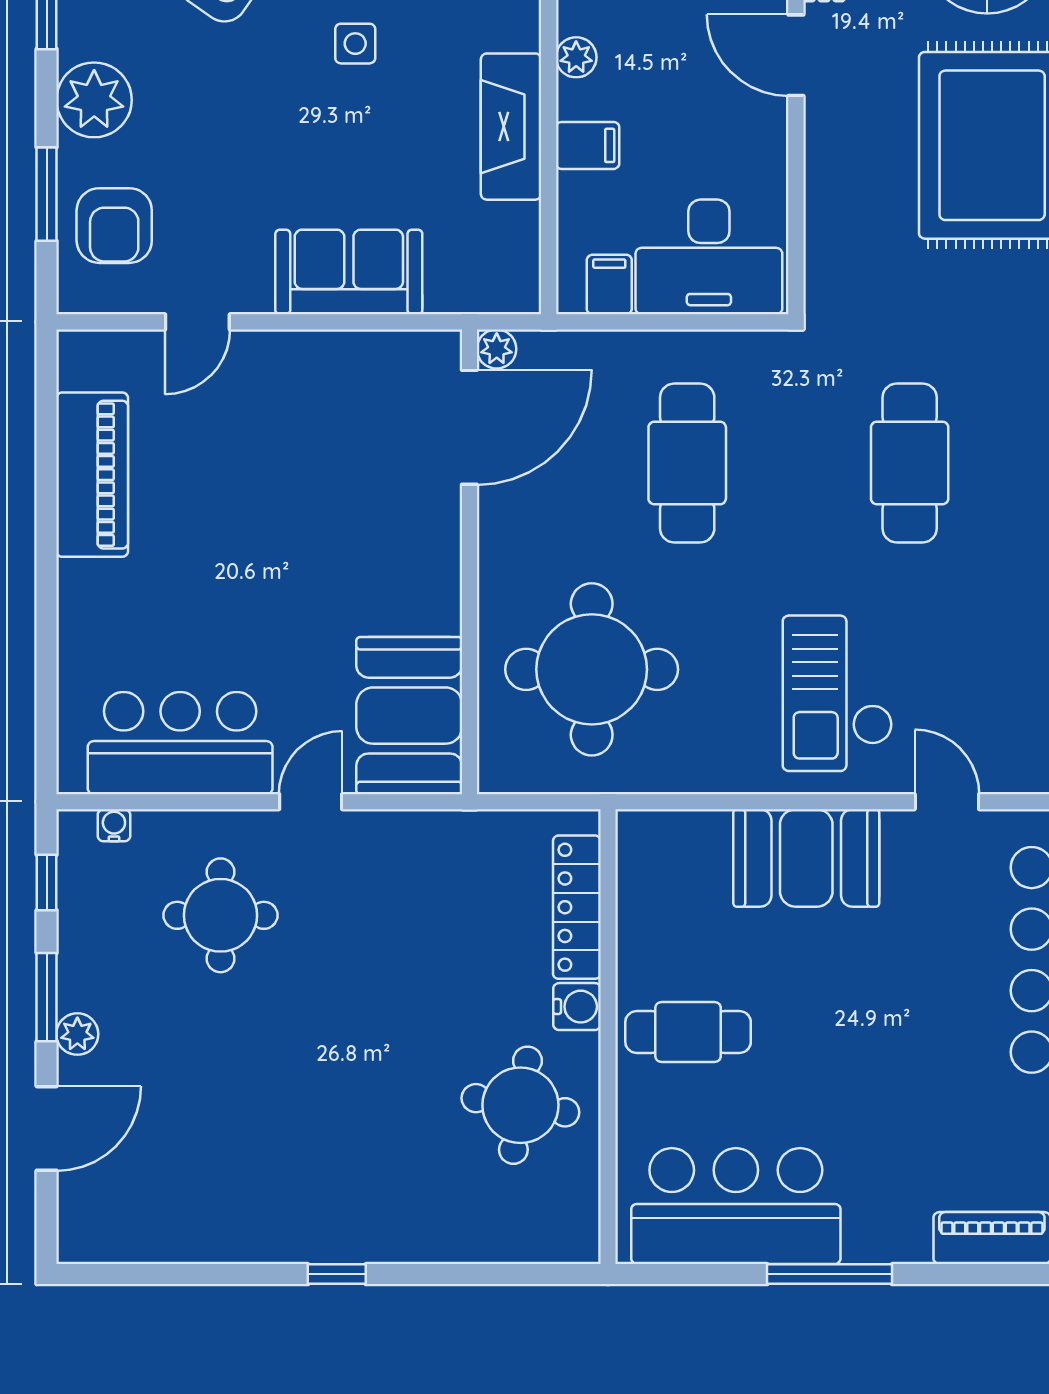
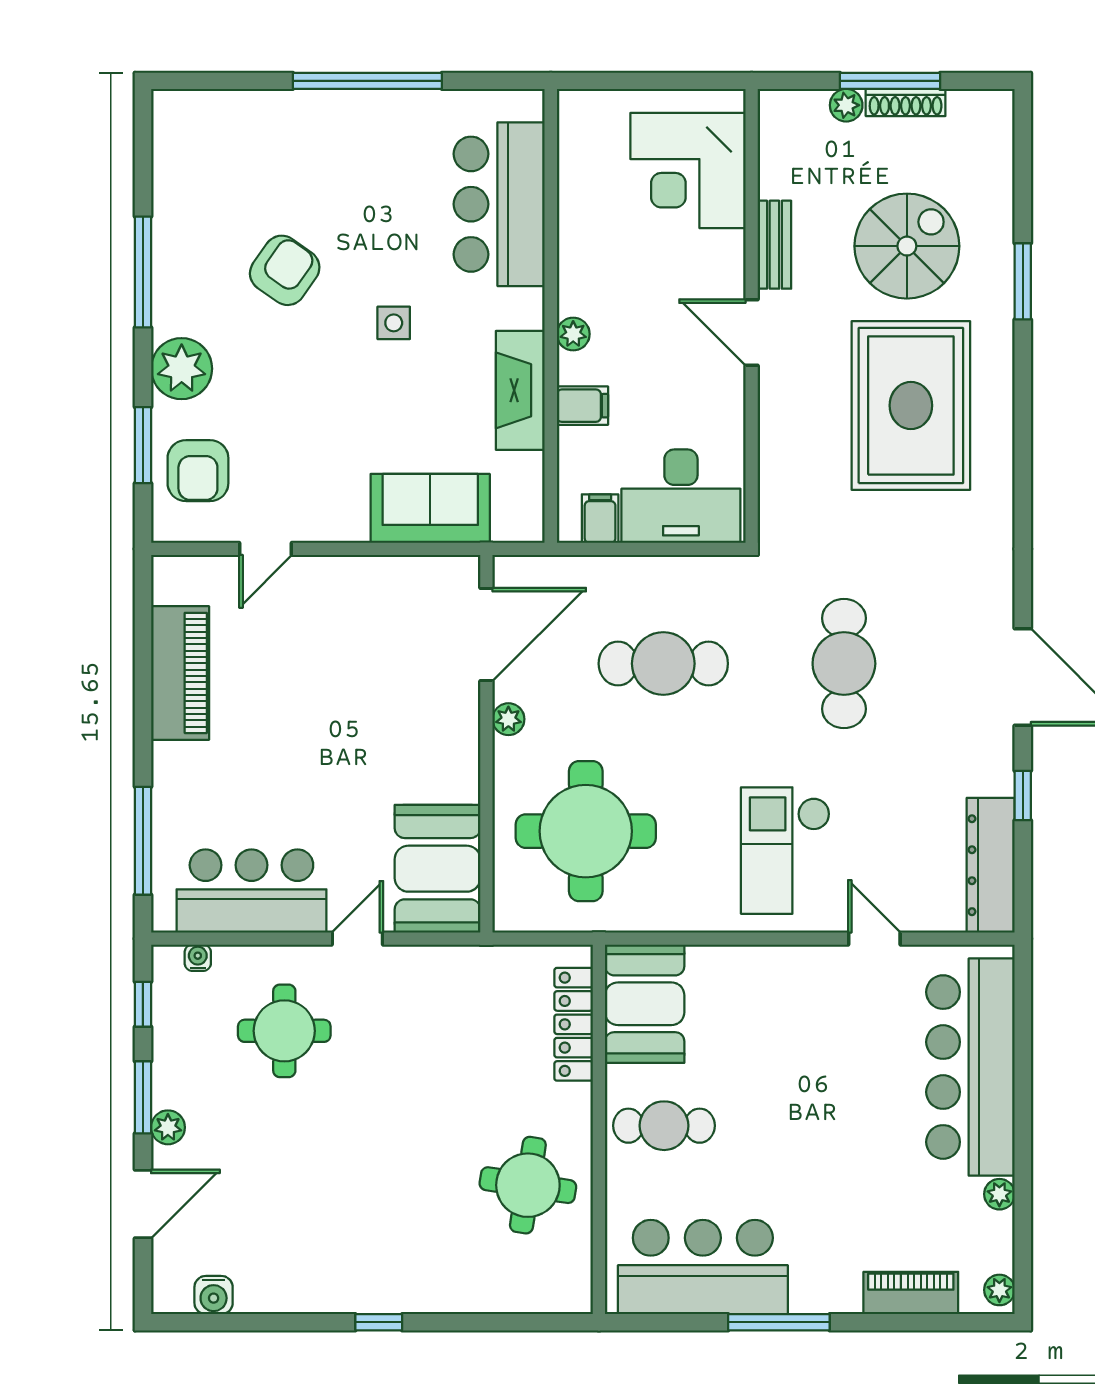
sofa: (349, 272) -> (430, 508), moved
plant: (497, 349) -> (508, 719), moved
cafe table: (687, 463) -> (663, 664), turned 90
window: (47, 681) -> (143, 841), added
booth: (806, 858) -> (645, 1004), moved, turned 90
water cooler: (577, 1007) -> (214, 1295), moved, turned 90

